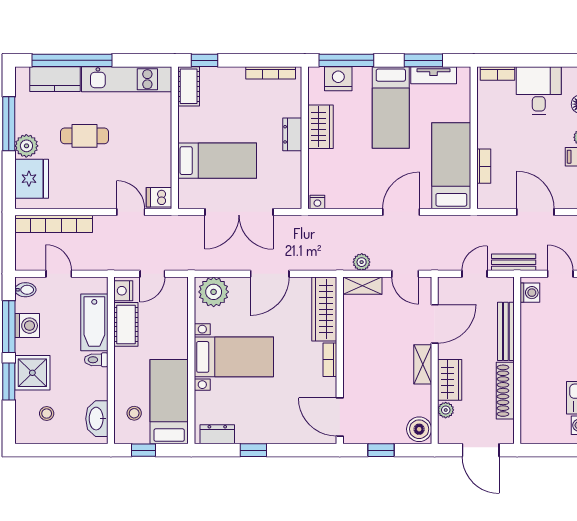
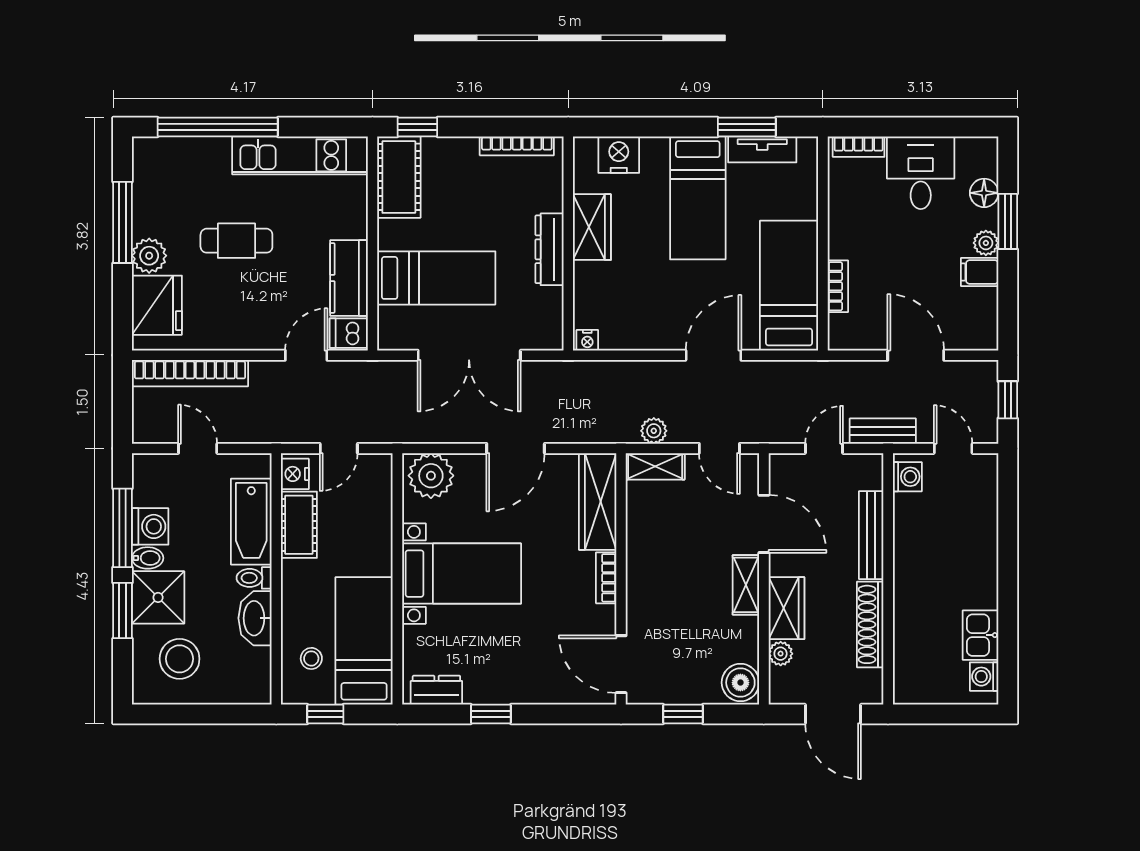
window: (346, 60) -> (631, 127), removed
kitchen counter: (55, 79) -> (349, 278), moved, turned 90
cot: (189, 86) -> (399, 177), width x1.37, depth x1.34
dresser: (292, 134) -> (549, 249), width x1.44
door: (131, 212) -> (306, 355), hinge flipped
bidet: (25, 290) -> (148, 558), moved
door: (435, 324) -> (764, 524), hinge flipped
stool: (47, 414) -> (180, 659), width x1.89, depth x1.89
washbasin: (97, 419) -> (255, 618), moved

